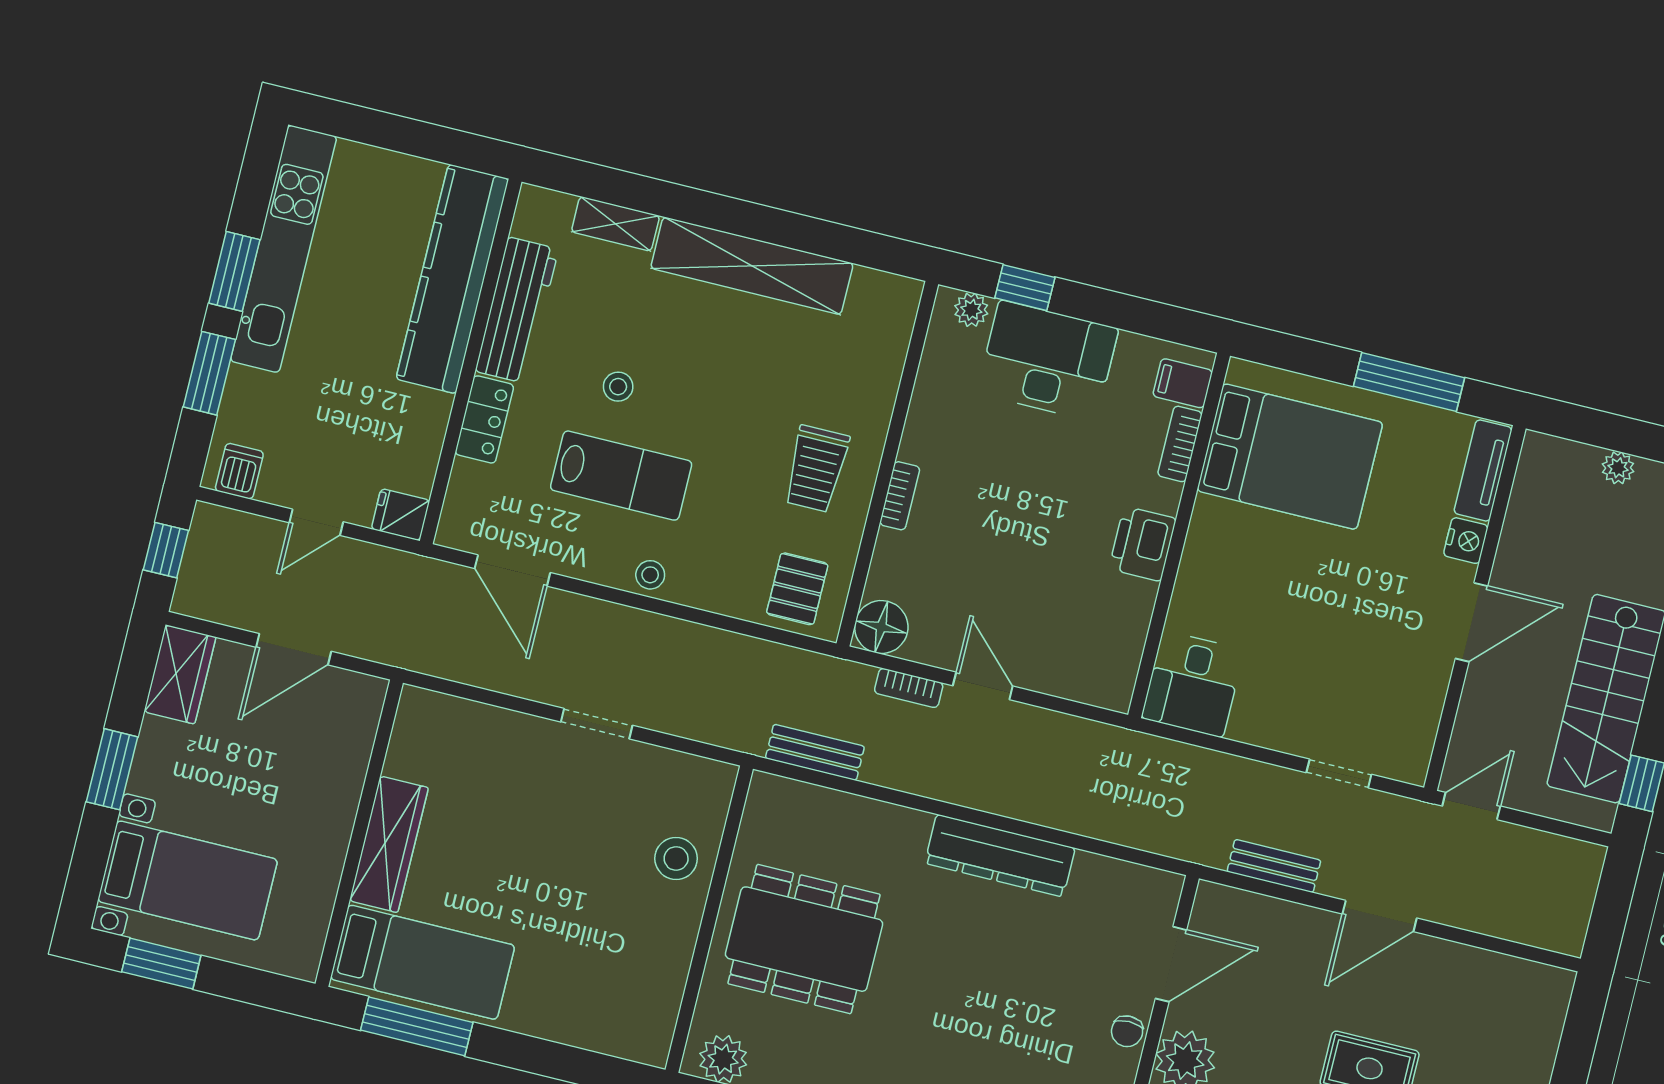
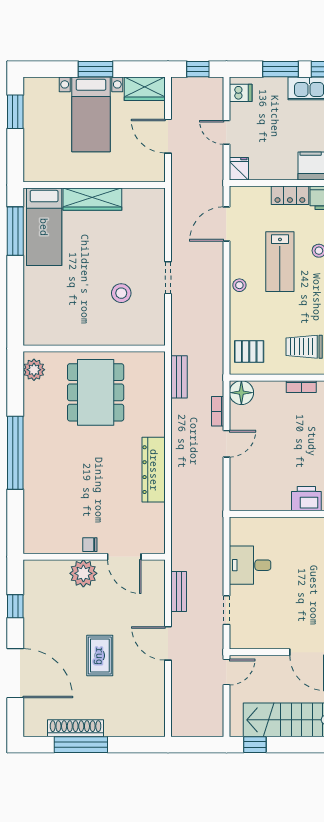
desk: (1193, 684) -> (250, 565), moved
door: (1471, 806) -> (226, 672), hinge flipped
stool: (676, 858) -> (121, 293), moved
bed with nightstands: (188, 880) -> (91, 114), moved

